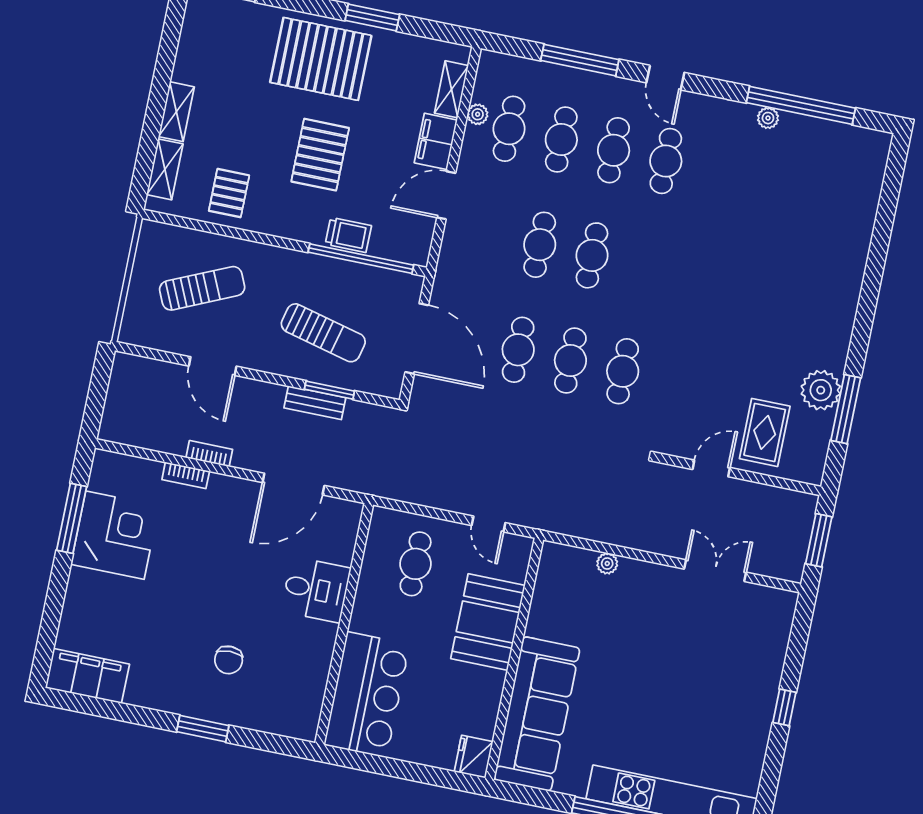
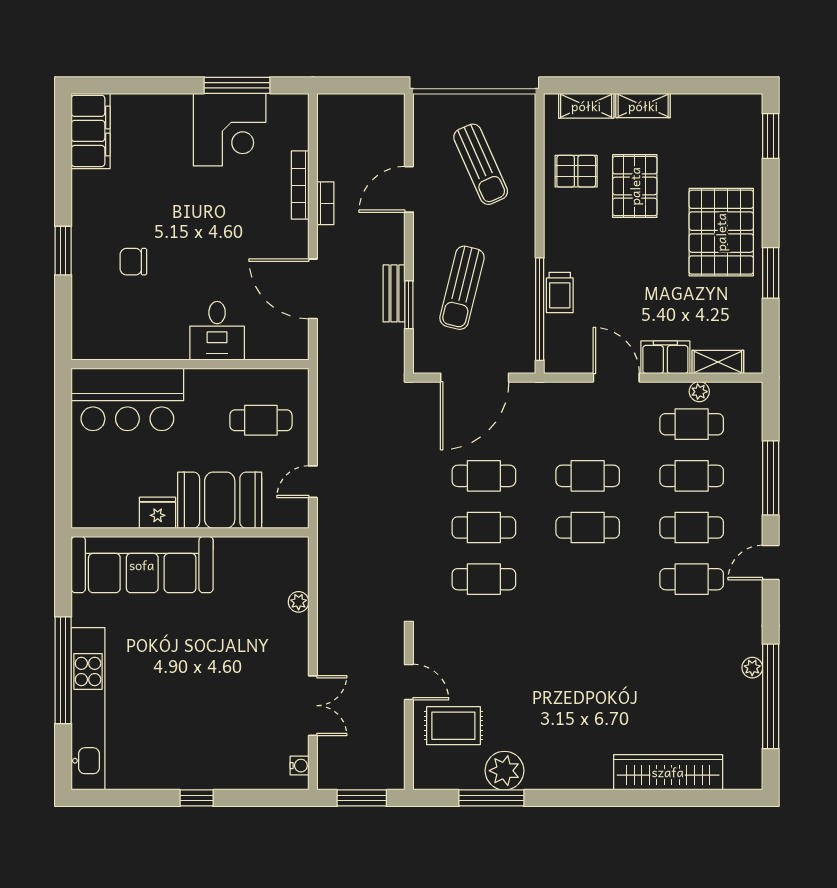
pallet: (320, 155) -> (635, 186), moved, turned 90
wardrobe: (856, 225) -> (668, 772), added
bookcase: (186, 475) -> (300, 185), width x1.56
water cooler: (773, 597) -> (299, 766), added
fridge: (474, 757) -> (158, 513), moved

